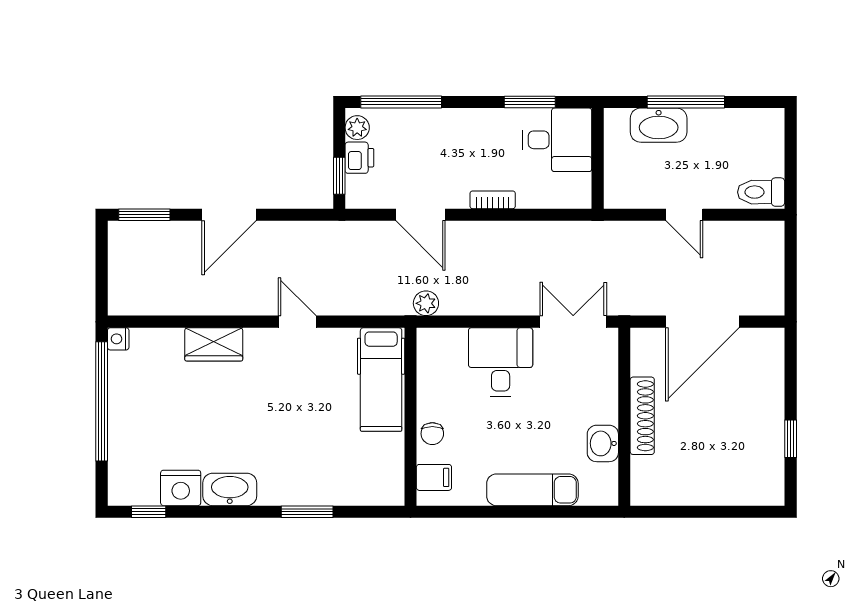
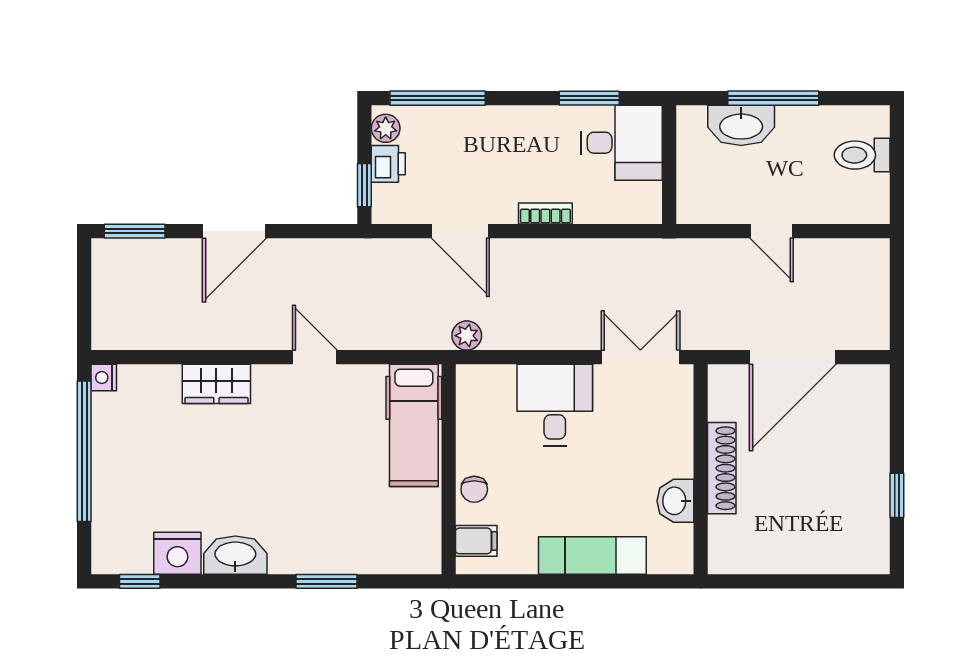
toilet: (761, 192) -> (862, 155), moved

